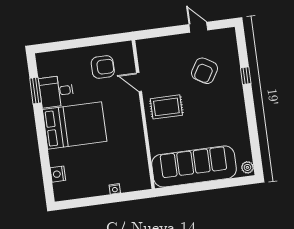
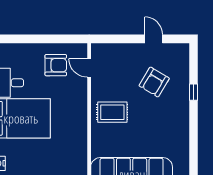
door: (139, 82) -> (89, 68), moved

